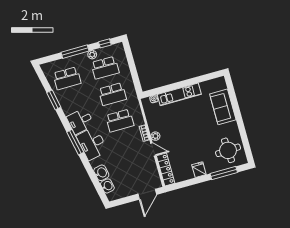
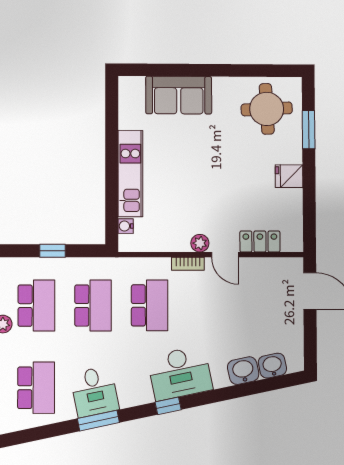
window: (133, 68) -> (52, 251), added
window: (54, 100) -> (98, 421), moved
desk: (80, 121) -> (94, 392), moved
window: (75, 142) -> (168, 406), width x0.46
door: (153, 149) -> (225, 255), swing flipped
locker: (166, 169) -> (260, 241), width x0.66
window: (224, 173) -> (309, 130), width x0.69

